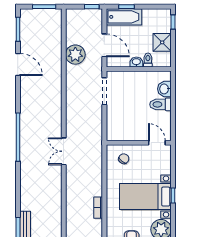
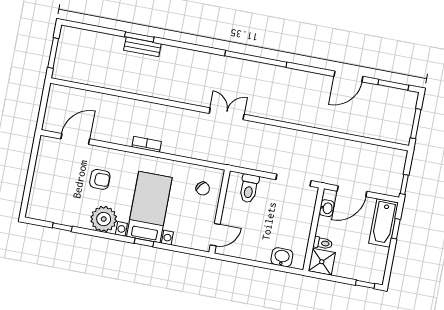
shower: (162, 42) -> (322, 262), moved
plant: (75, 55) -> (347, 152), removed
washbasin: (136, 62) -> (327, 208), moved
toilet: (160, 104) -> (249, 188), moved, turned 180

